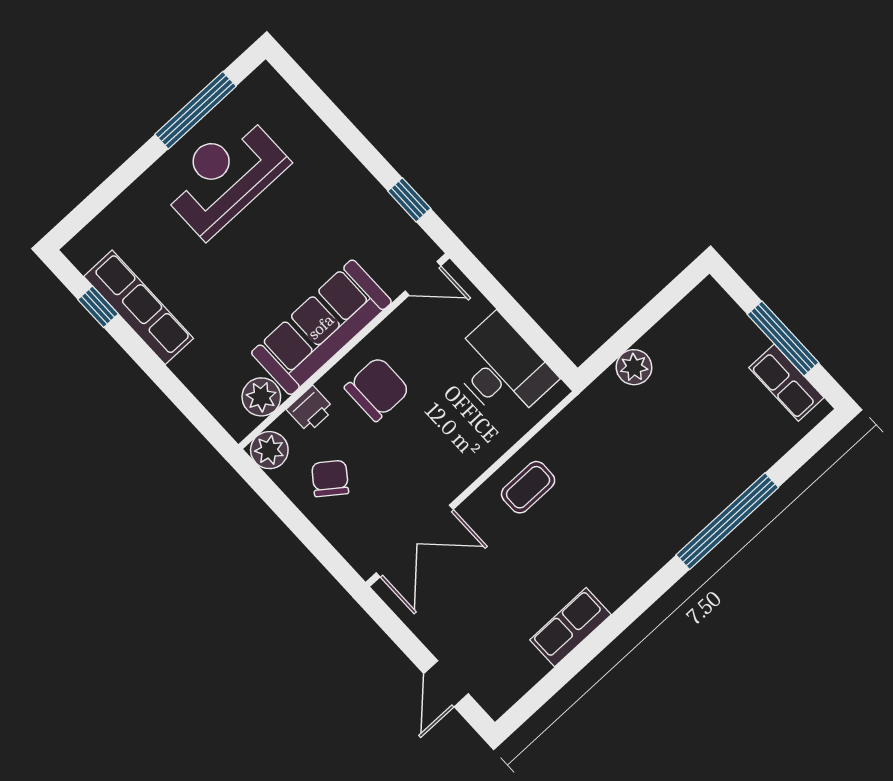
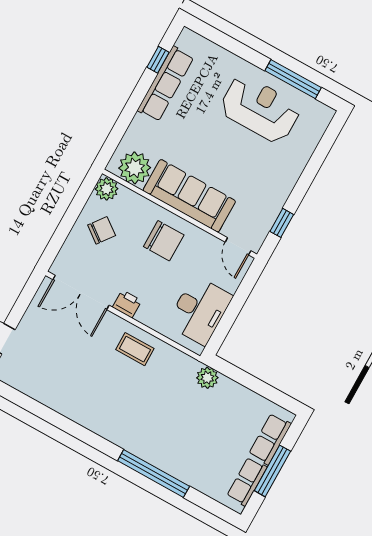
plant: (634, 367) -> (207, 378), moved
plant: (261, 397) -> (135, 168), width x1.36, depth x1.36
printer: (310, 409) -> (127, 304), moved, turned 180
row of seats: (570, 627) -> (270, 439), moved, turned -90

